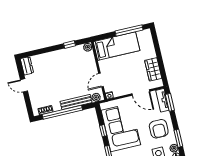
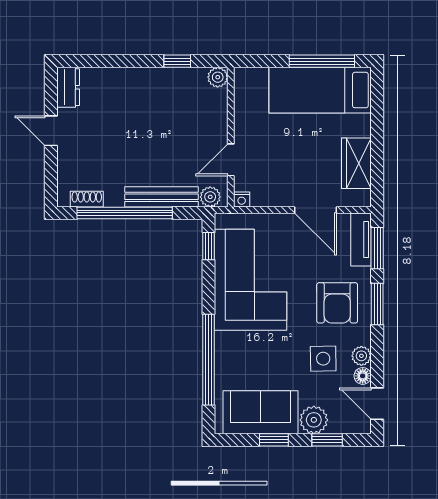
bed: (116, 46) -> (320, 90), moved, turned 180
window: (103, 131) -> (208, 246), moved
window: (178, 138) -> (377, 304), moved

